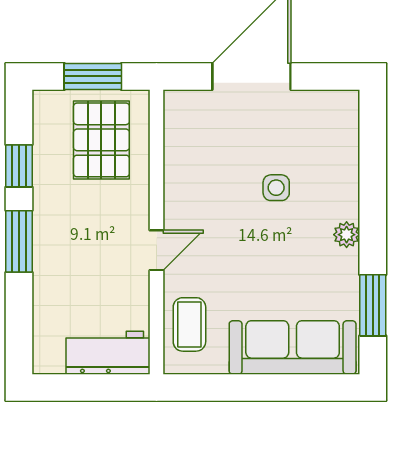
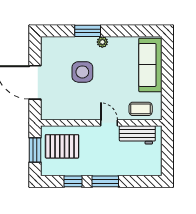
side table: (276, 188) -> (82, 72), width x1.87, depth x1.87
window: (373, 305) -> (88, 31), moved
workbench: (108, 353) -> (137, 135), moved, turned -90

